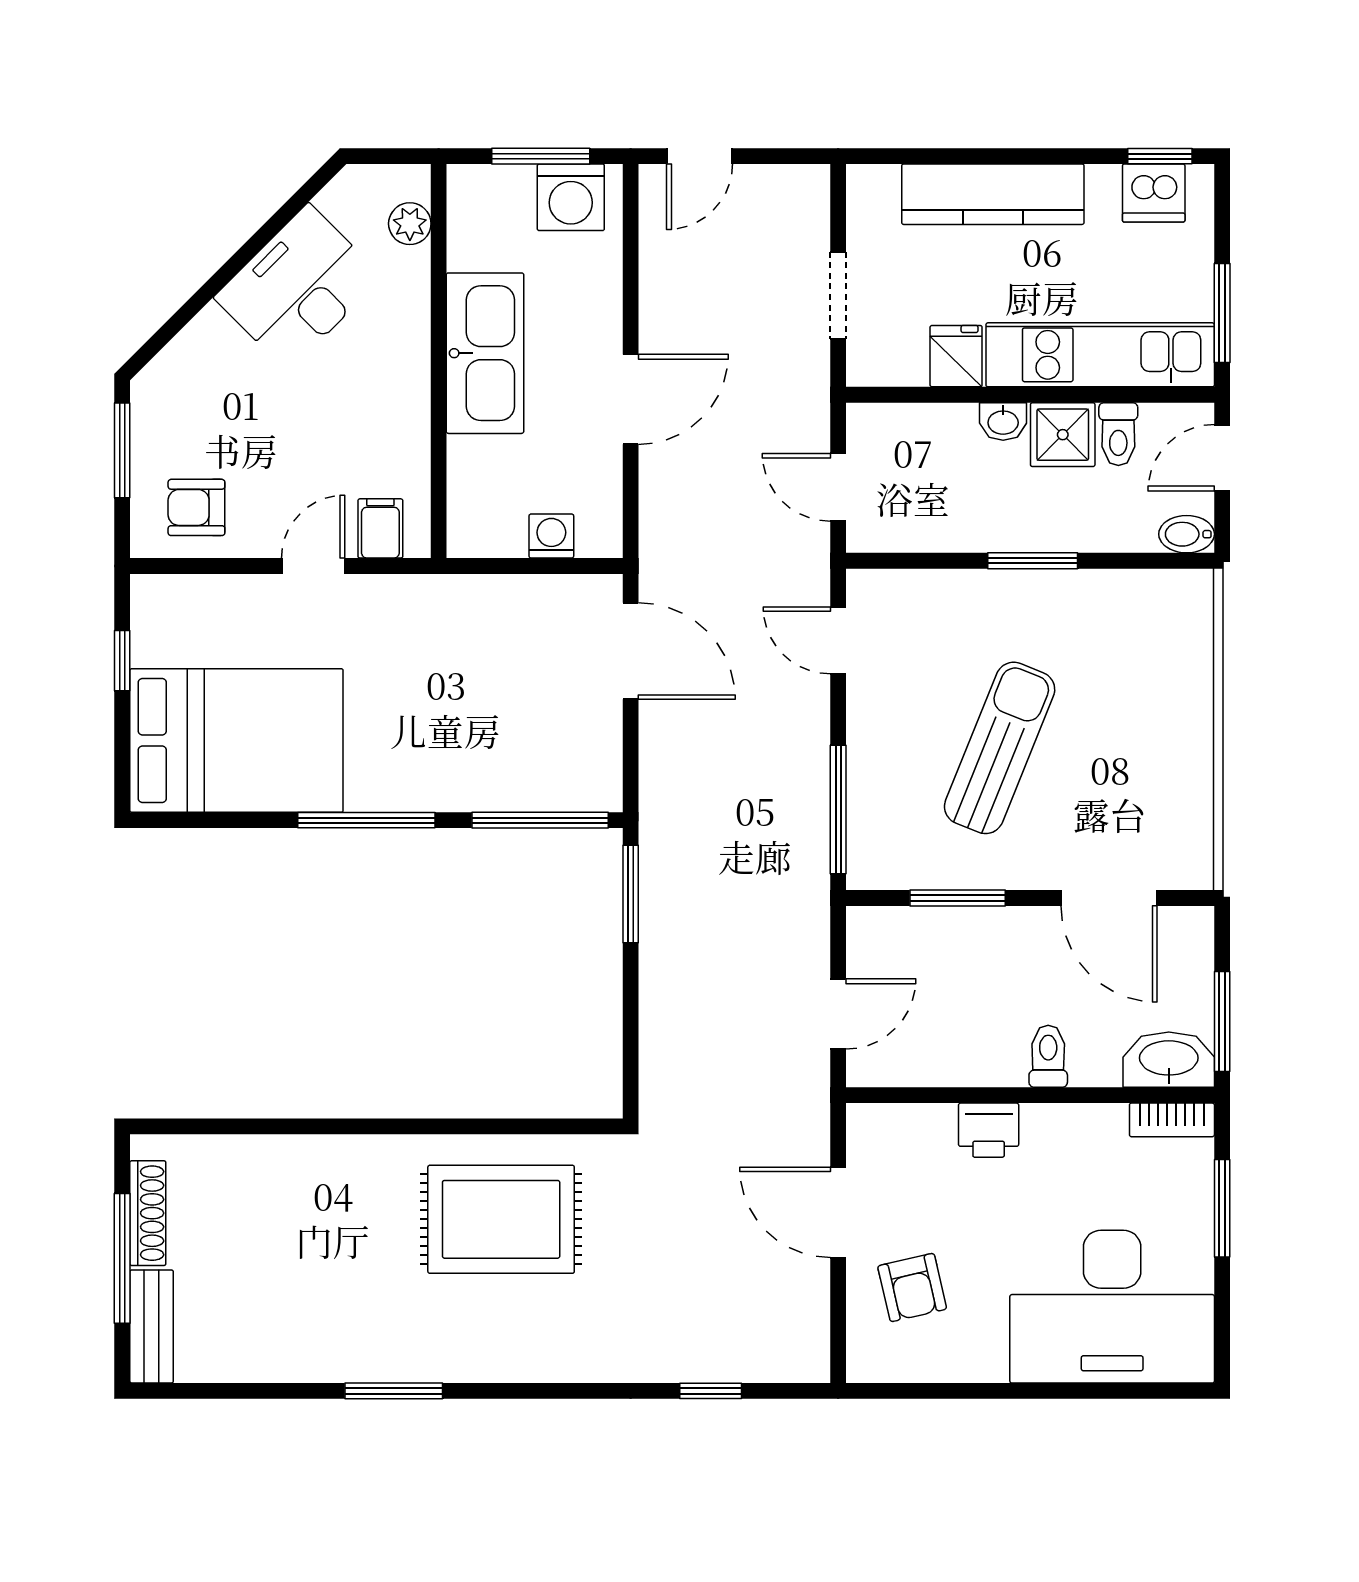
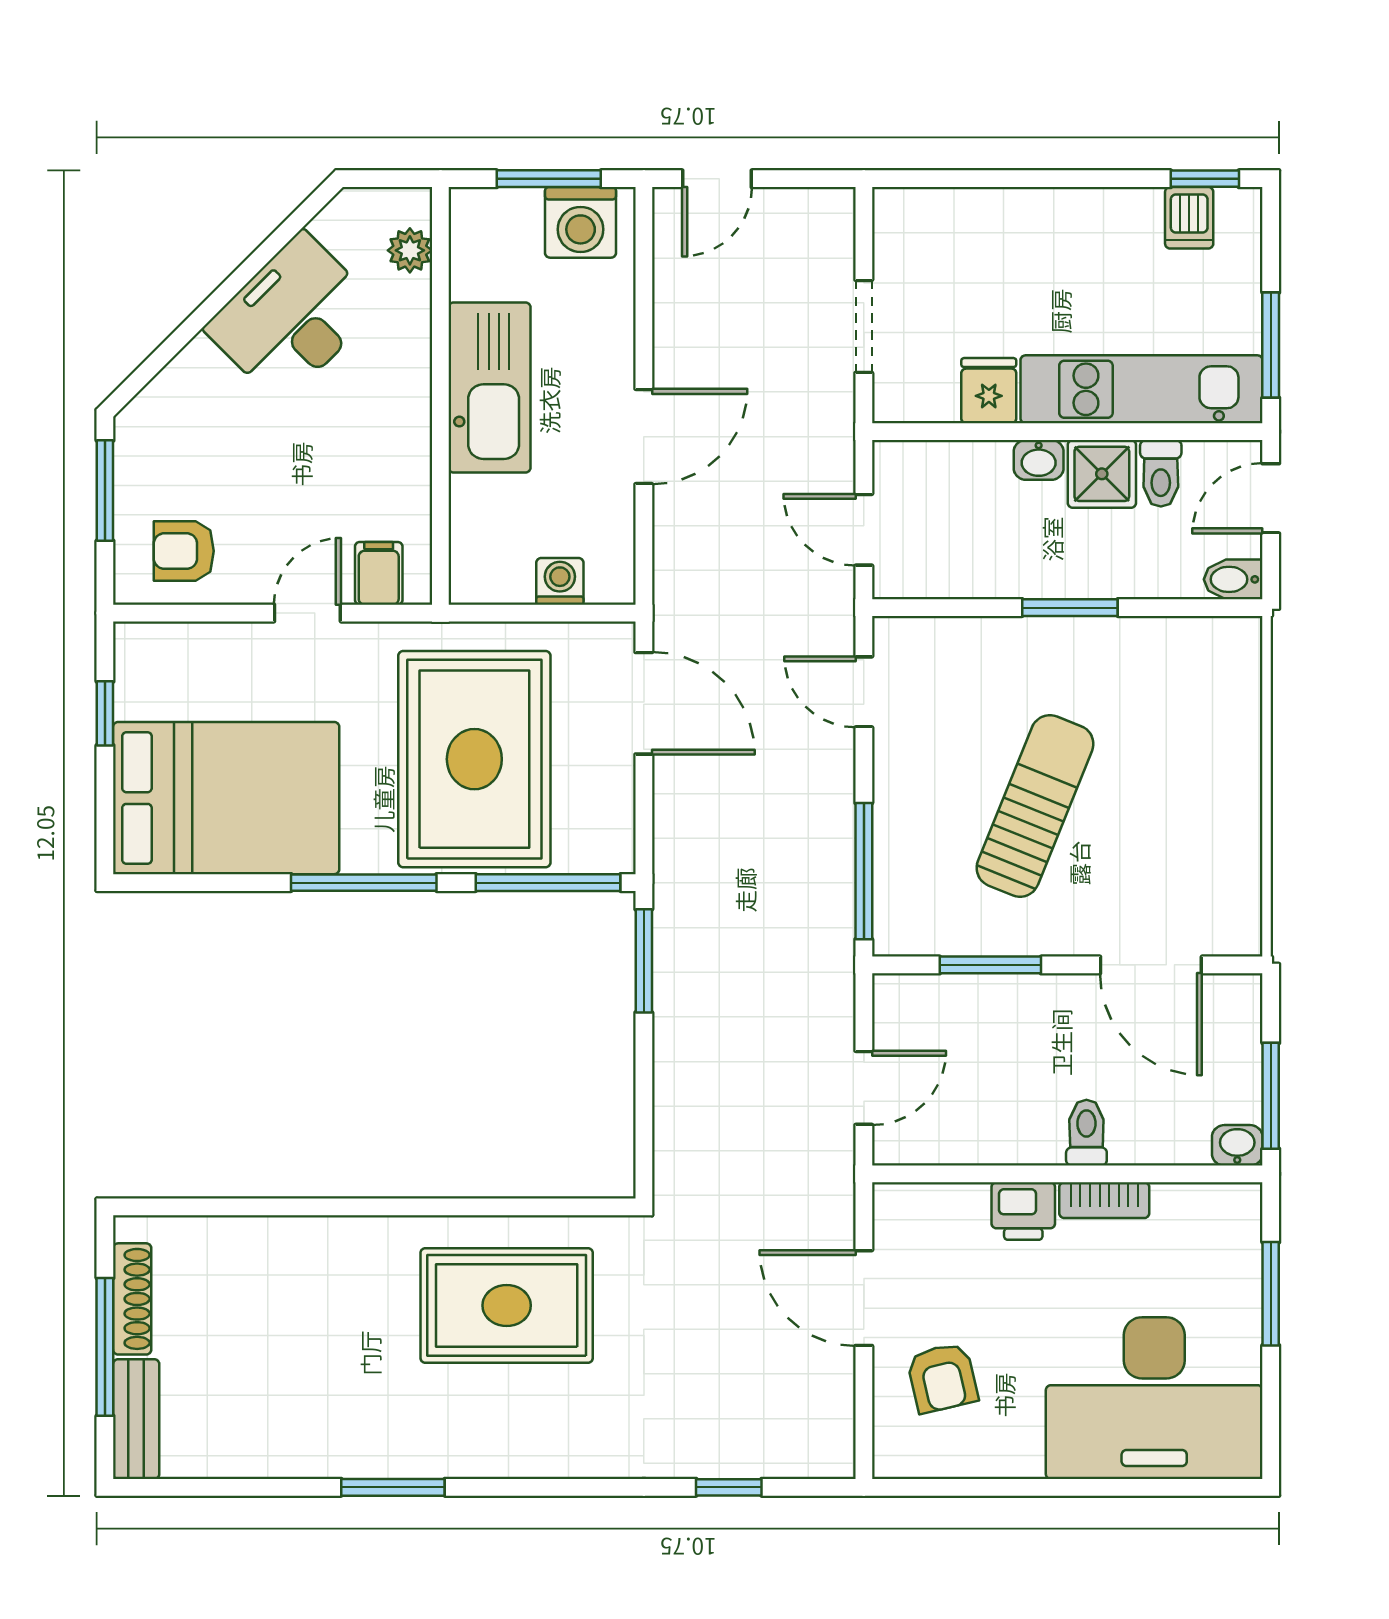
dishwasher: (1154, 193) -> (1189, 218), width x0.73
kitchen counter: (993, 194) -> (1028, 219), removed
rug: (471, 704) -> (474, 759), added
washbasin: (1169, 1060) -> (1237, 1145), width x0.52, depth x0.69
bookcase: (1172, 1120) -> (1104, 1200), moved

